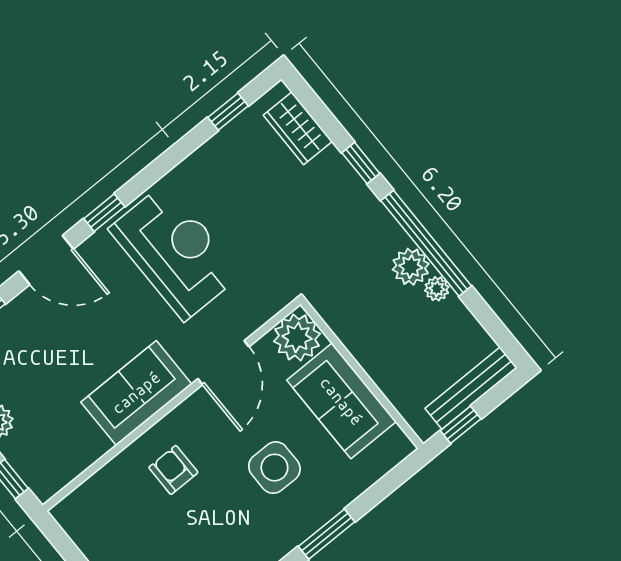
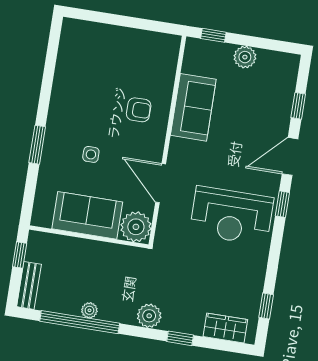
window: (426, 243) -> (80, 322), moved
plant: (411, 267) -> (149, 316), moved
bench: (471, 388) -> (29, 285), width x0.73
sofa: (136, 393) -> (193, 107), moved
side table: (274, 468) -> (91, 154), width x0.54, depth x0.54

